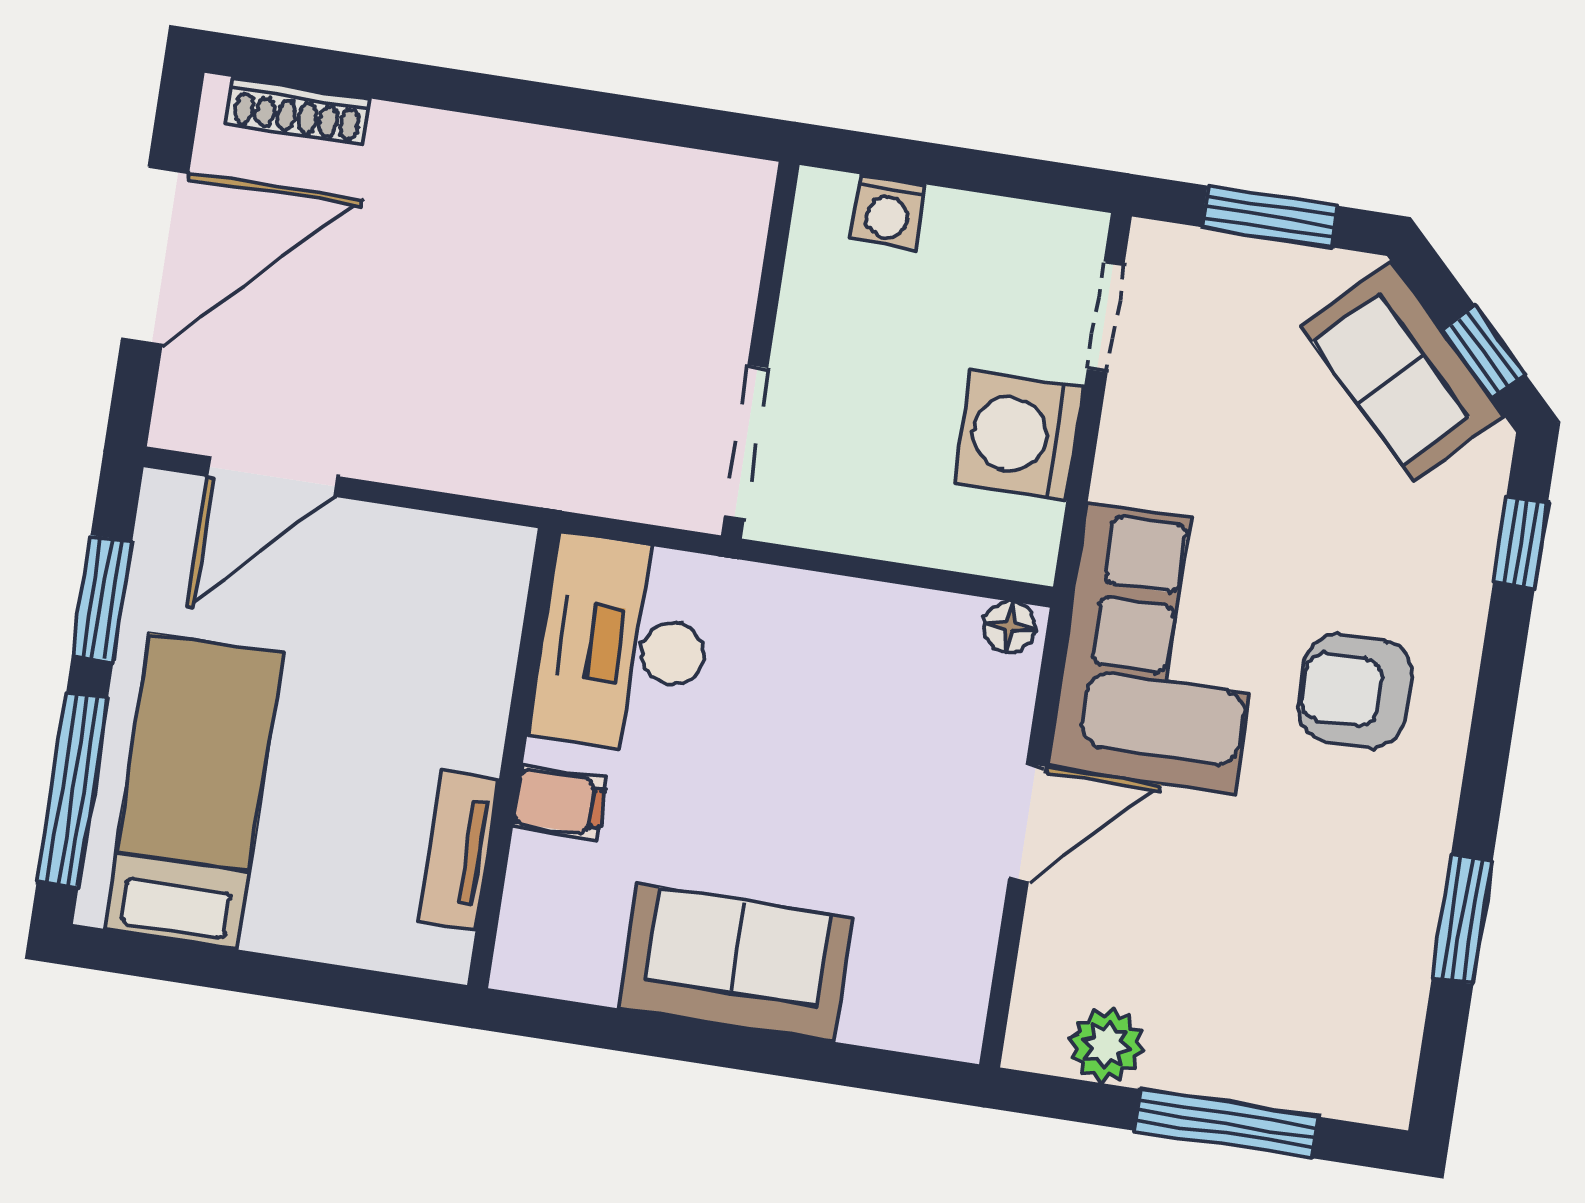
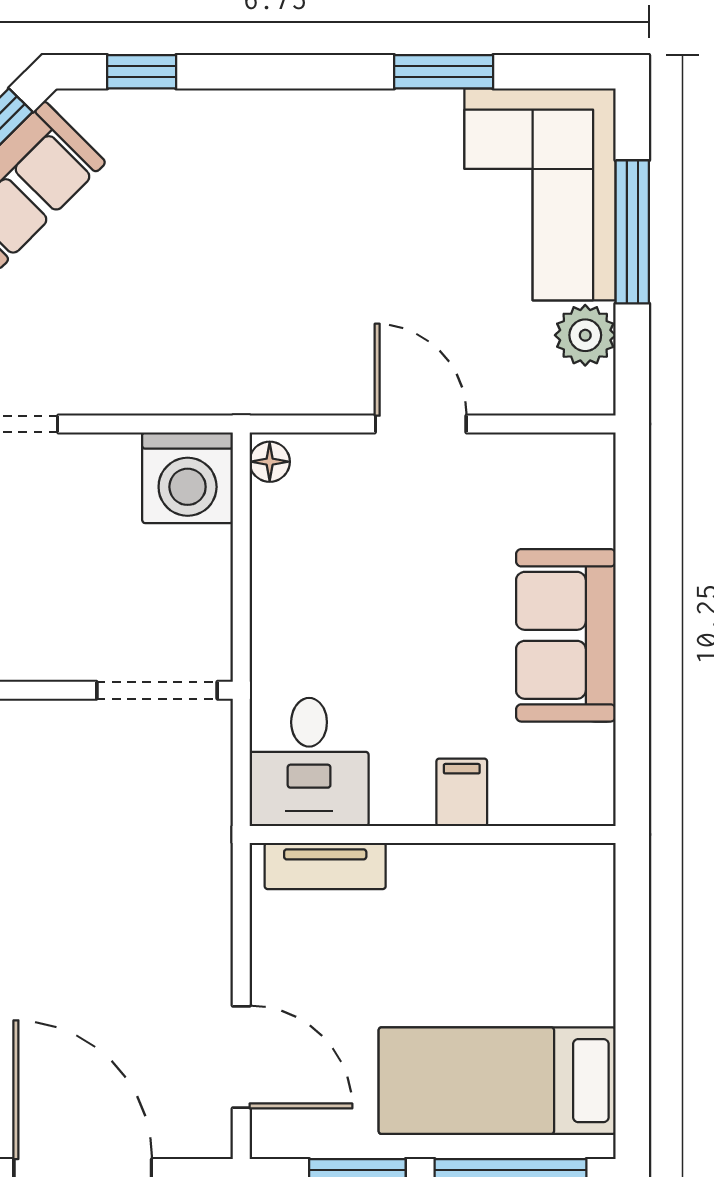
washing machine: (1019, 435) -> (188, 478), moved
desk: (623, 646) -> (309, 762), width x0.73
corner sofa: (1162, 648) -> (540, 194), moved, turned -90
armchair: (1355, 691) -> (278, 184), removed
tv unit: (459, 850) -> (325, 866), moved

